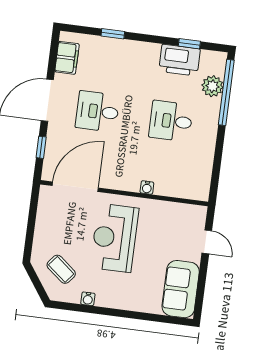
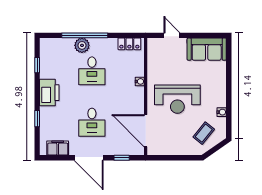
printer: (180, 60) -> (49, 93), moved
plant: (212, 86) -> (82, 45), moved
window: (226, 92) -> (85, 35), moved
locker: (202, 180) -> (129, 44), added
door: (207, 242) -> (172, 35), hinge flipped

